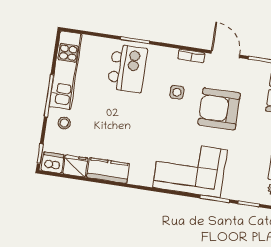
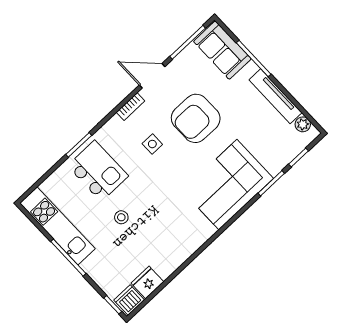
stool: (64, 123) -> (121, 217), moved
kitchen counter: (108, 170) -> (174, 257), removed

